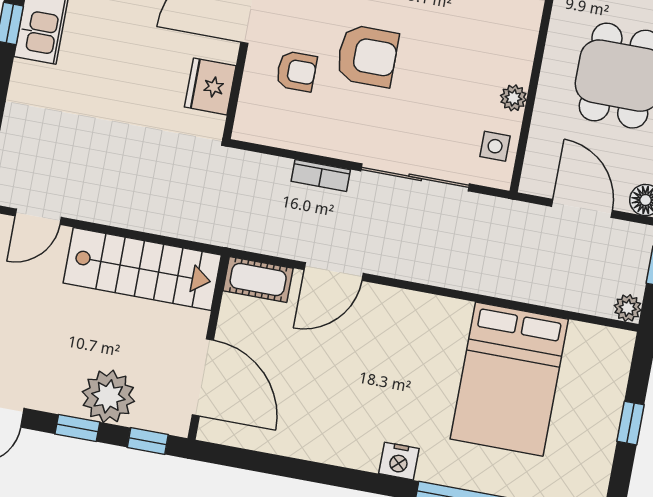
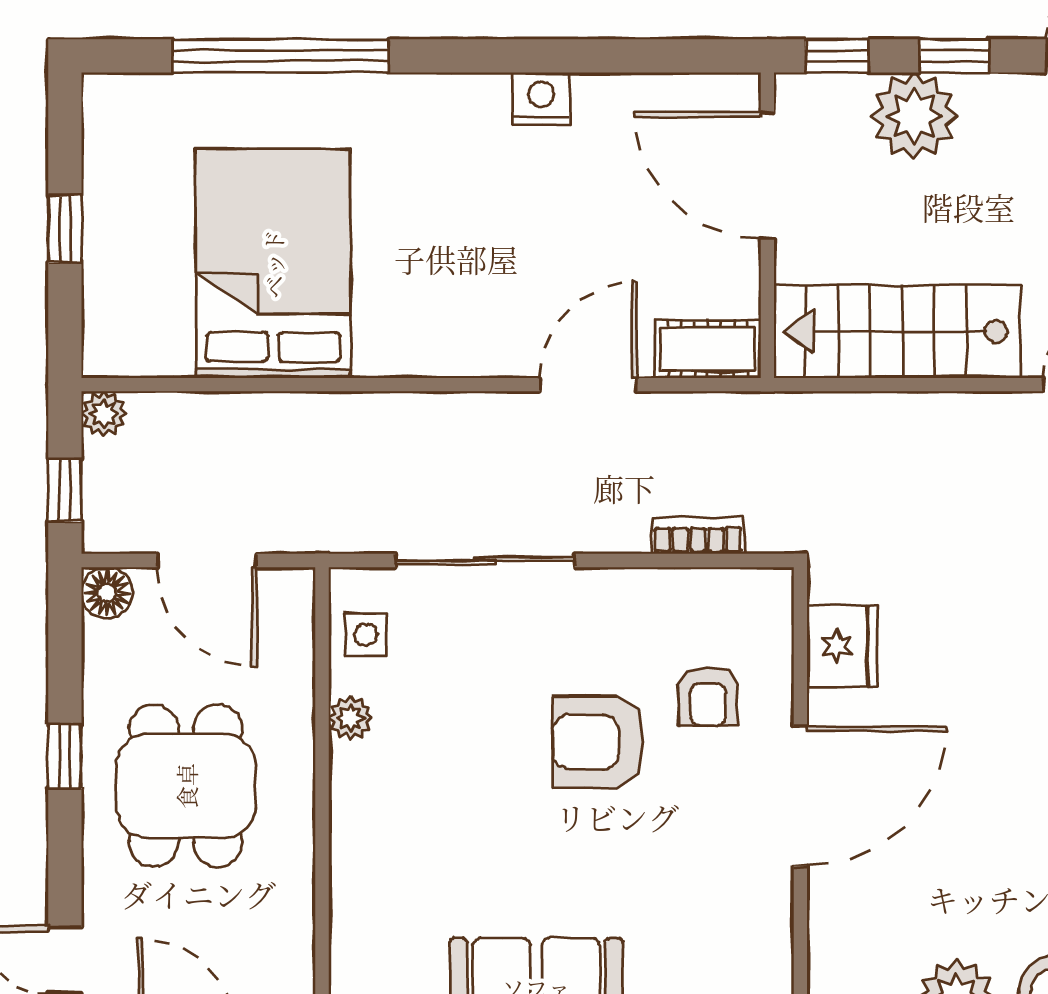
armchair: (296, 71) -> (708, 696), turned -90
bookcase: (321, 175) -> (698, 535), moved
nightstand: (399, 461) -> (541, 99), moved

